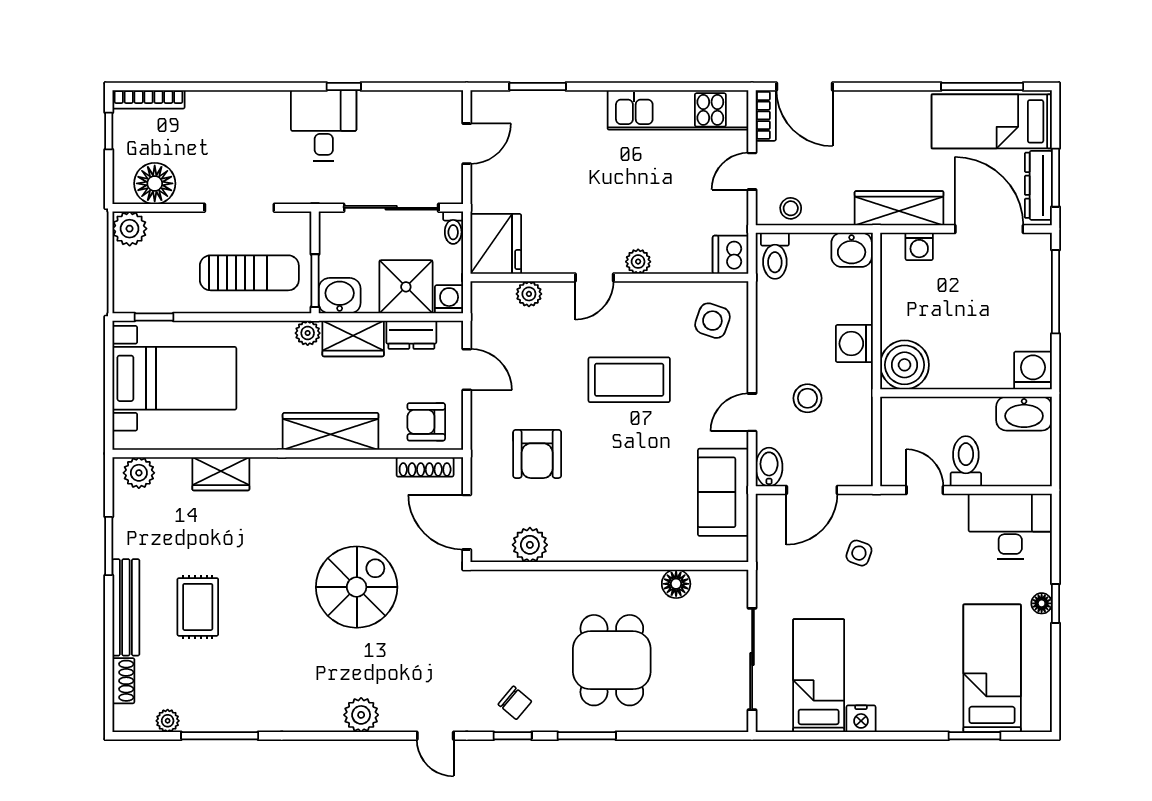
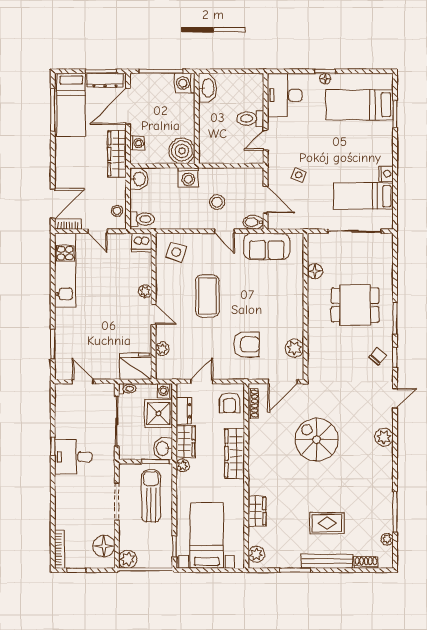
boiler: (905, 365) -> (182, 151), moved
washing machine: (1033, 370) -> (185, 83), moved
wall: (966, 393) -> (197, 118), moved
washbasin: (1024, 414) -> (208, 88), moved

